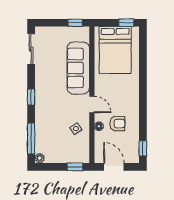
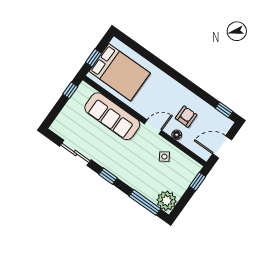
window: (126, 23) -> (93, 58), moved
sliding door: (31, 49) -> (75, 153), moved
plant: (40, 158) -> (167, 201), width x1.88, depth x1.88

